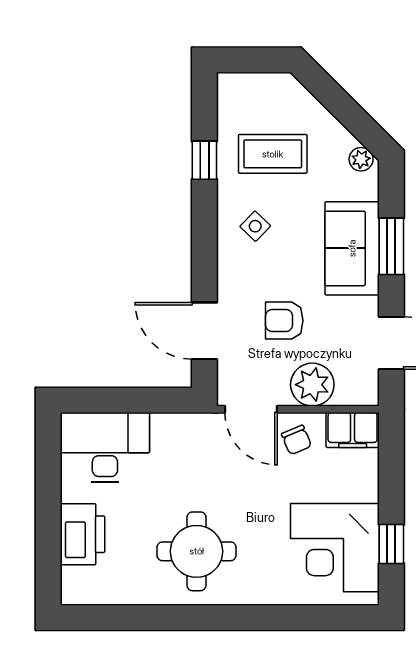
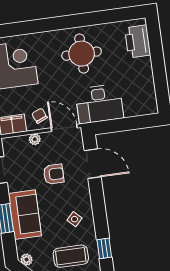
plant: (312, 385) -> (35, 139), width x0.53, depth x0.53
desk: (105, 447) -> (99, 104), moved
printer: (82, 534) -> (138, 41), moved

